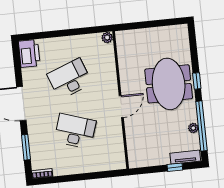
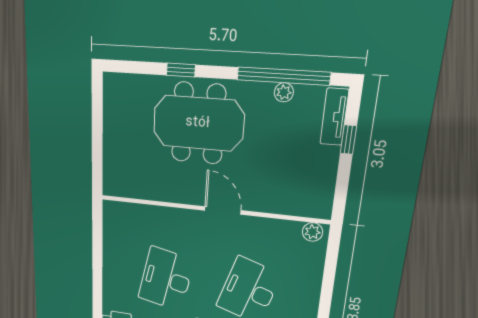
plant: (107, 38) -> (313, 232), moved
desk: (70, 79) -> (166, 279), turned 33
window: (197, 81) -> (181, 70), moved

